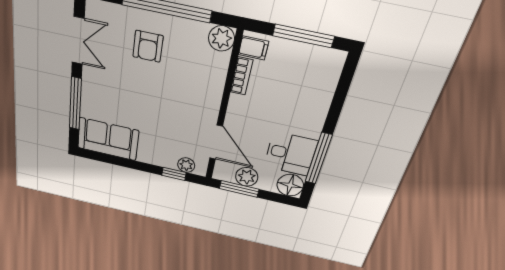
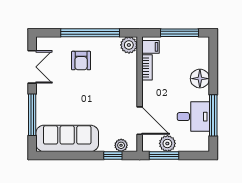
sofa: (108, 139) -> (67, 138), width x1.36
floor lamp: (290, 185) -> (200, 79), moved

